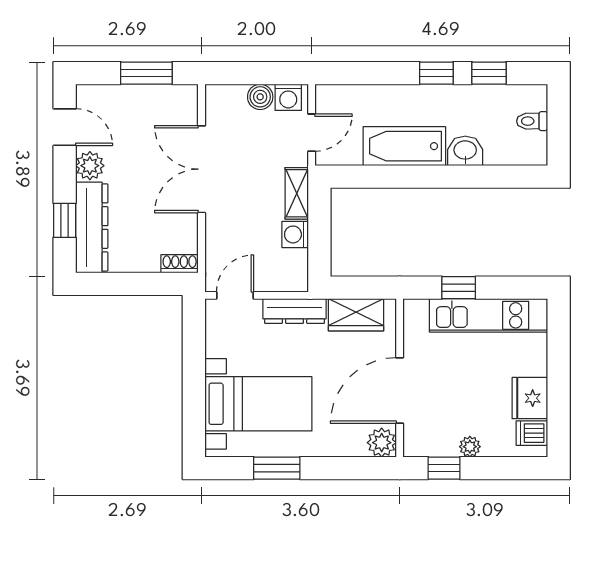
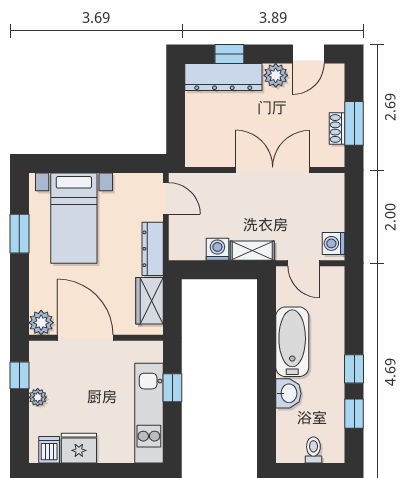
boiler: (260, 97) -> (334, 220), removed
shoe rack: (180, 264) -> (337, 128), moved, turned 180

